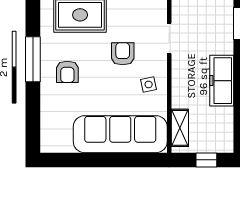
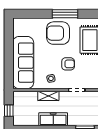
armchair: (67, 72) -> (58, 33), width x1.88, depth x1.88
shelving: (180, 128) -> (48, 96), moved

